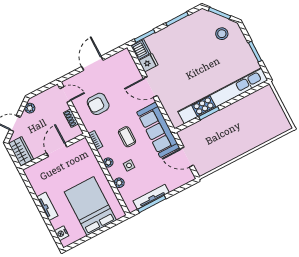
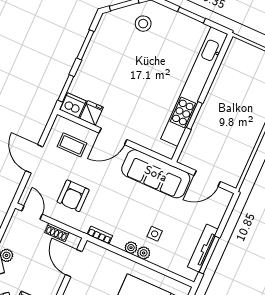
door: (65, 94) -> (32, 213), hinge flipped
coffee table: (127, 137) -> (72, 145), moved
door: (57, 150) -> (74, 263), moved
plant: (119, 183) -> (144, 253), moved

